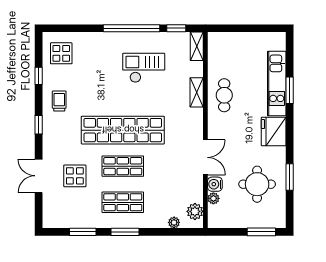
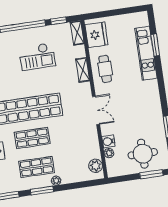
checkout: (144, 68) -> (37, 57), turned 180
window: (290, 90) -> (155, 45), moved
fridge: (274, 132) -> (96, 35), moved, turned 180
double door: (205, 157) -> (96, 110), moved
round table: (257, 184) -> (143, 154), moved
plant: (174, 222) -> (56, 181), moved

